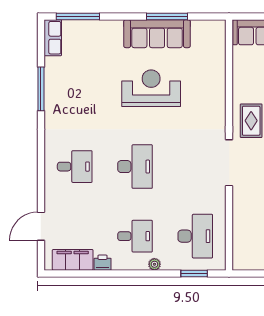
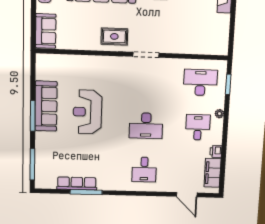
window: (167, 16) -> (33, 116), moved
row of seats: (53, 38) -> (77, 183), moved, width x1.48
doorway: (229, 163) -> (146, 55), width x0.73
desk: (75, 167) -> (144, 169), turned 180
desk: (135, 167) -> (146, 126), turned 180

